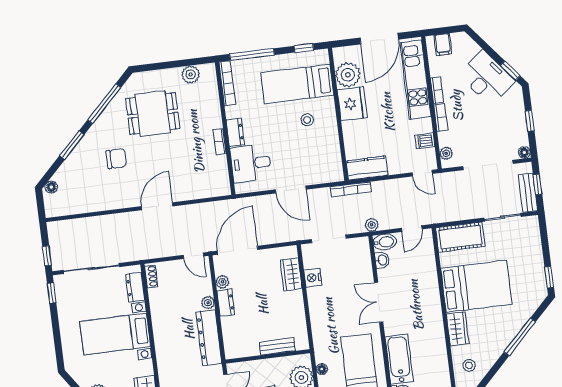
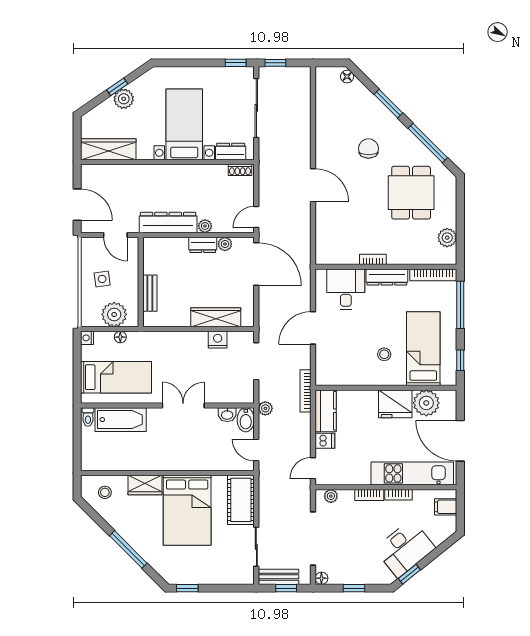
dresser: (235, 132) -> (387, 277), width x1.44
dishwasher: (425, 141) -> (325, 441), moved, turned 90
chair: (116, 159) -> (368, 148), turned 180
wardrobe: (291, 274) -> (216, 317), width x1.50

